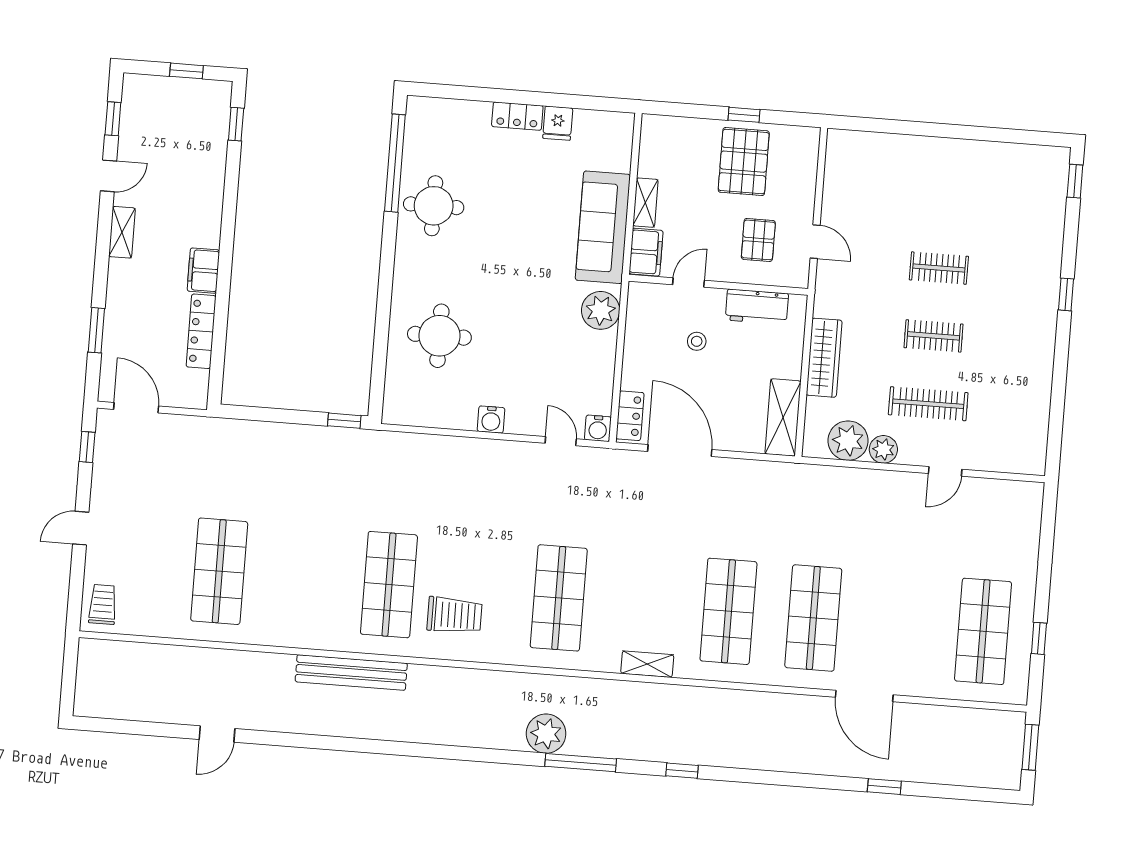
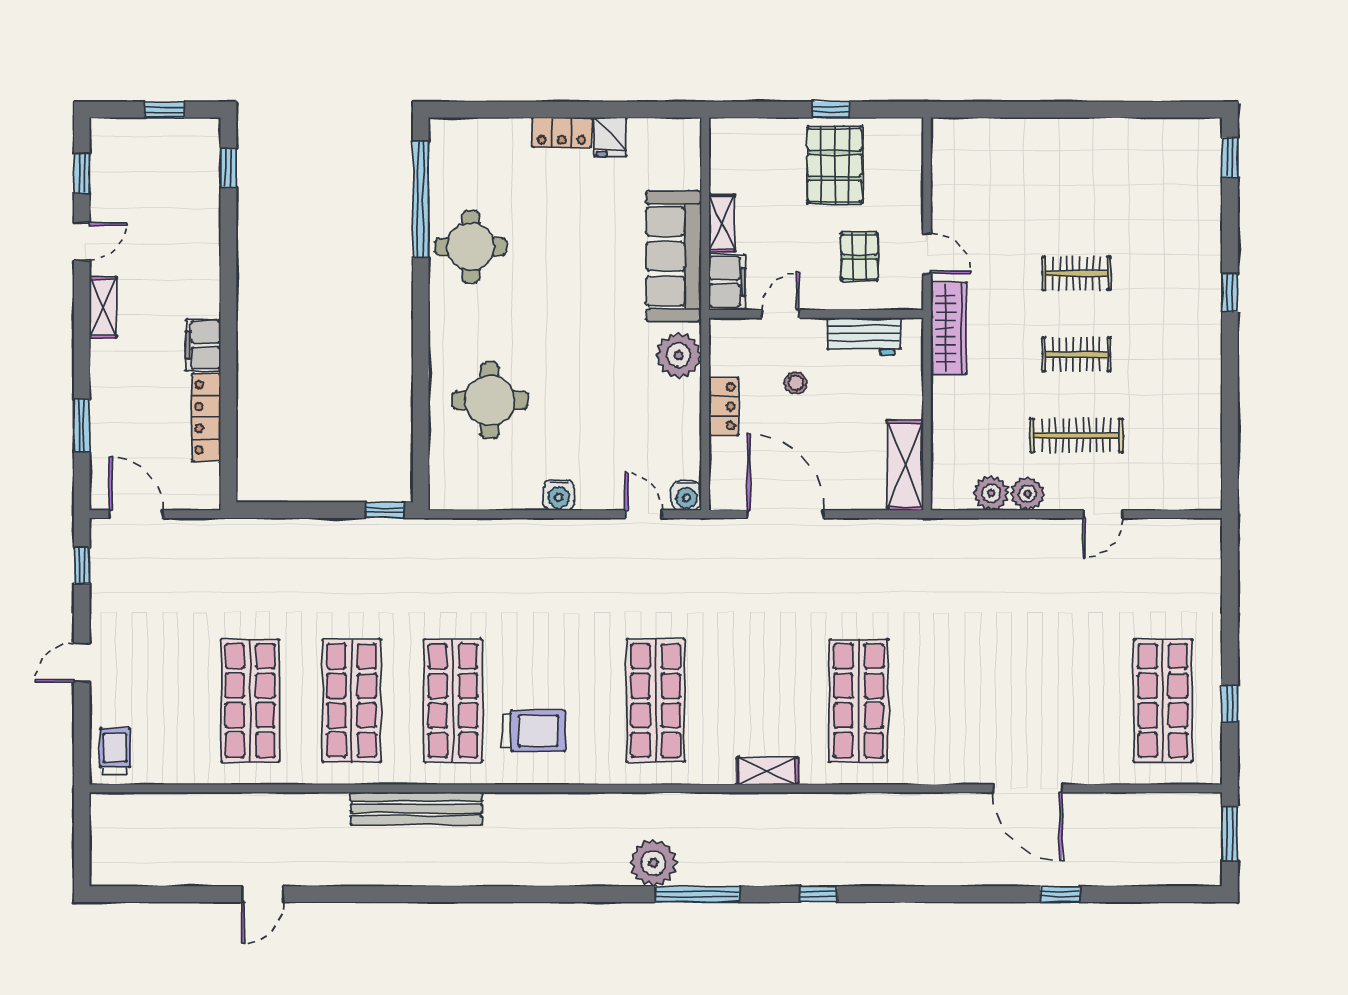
wardrobe: (824, 358) -> (949, 328), moved
locker: (630, 416) -> (723, 406), moved
plant: (848, 441) -> (991, 493), width x0.73, depth x0.73
shop shelf: (813, 618) -> (352, 701), moved

